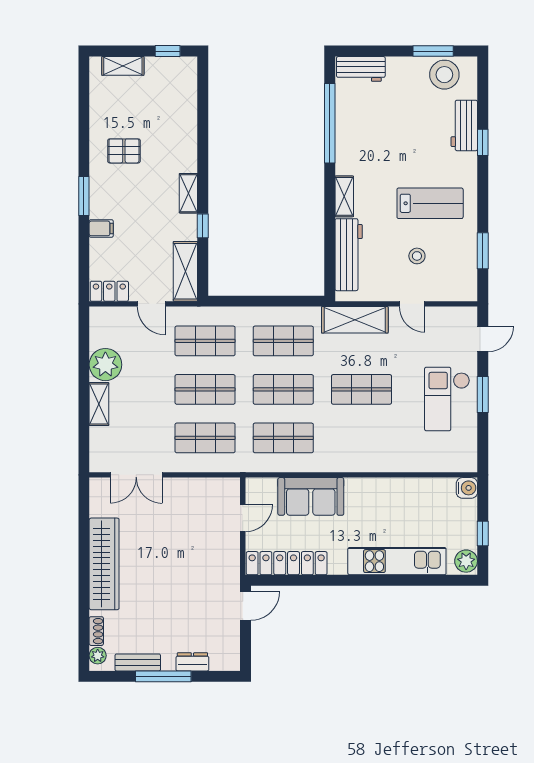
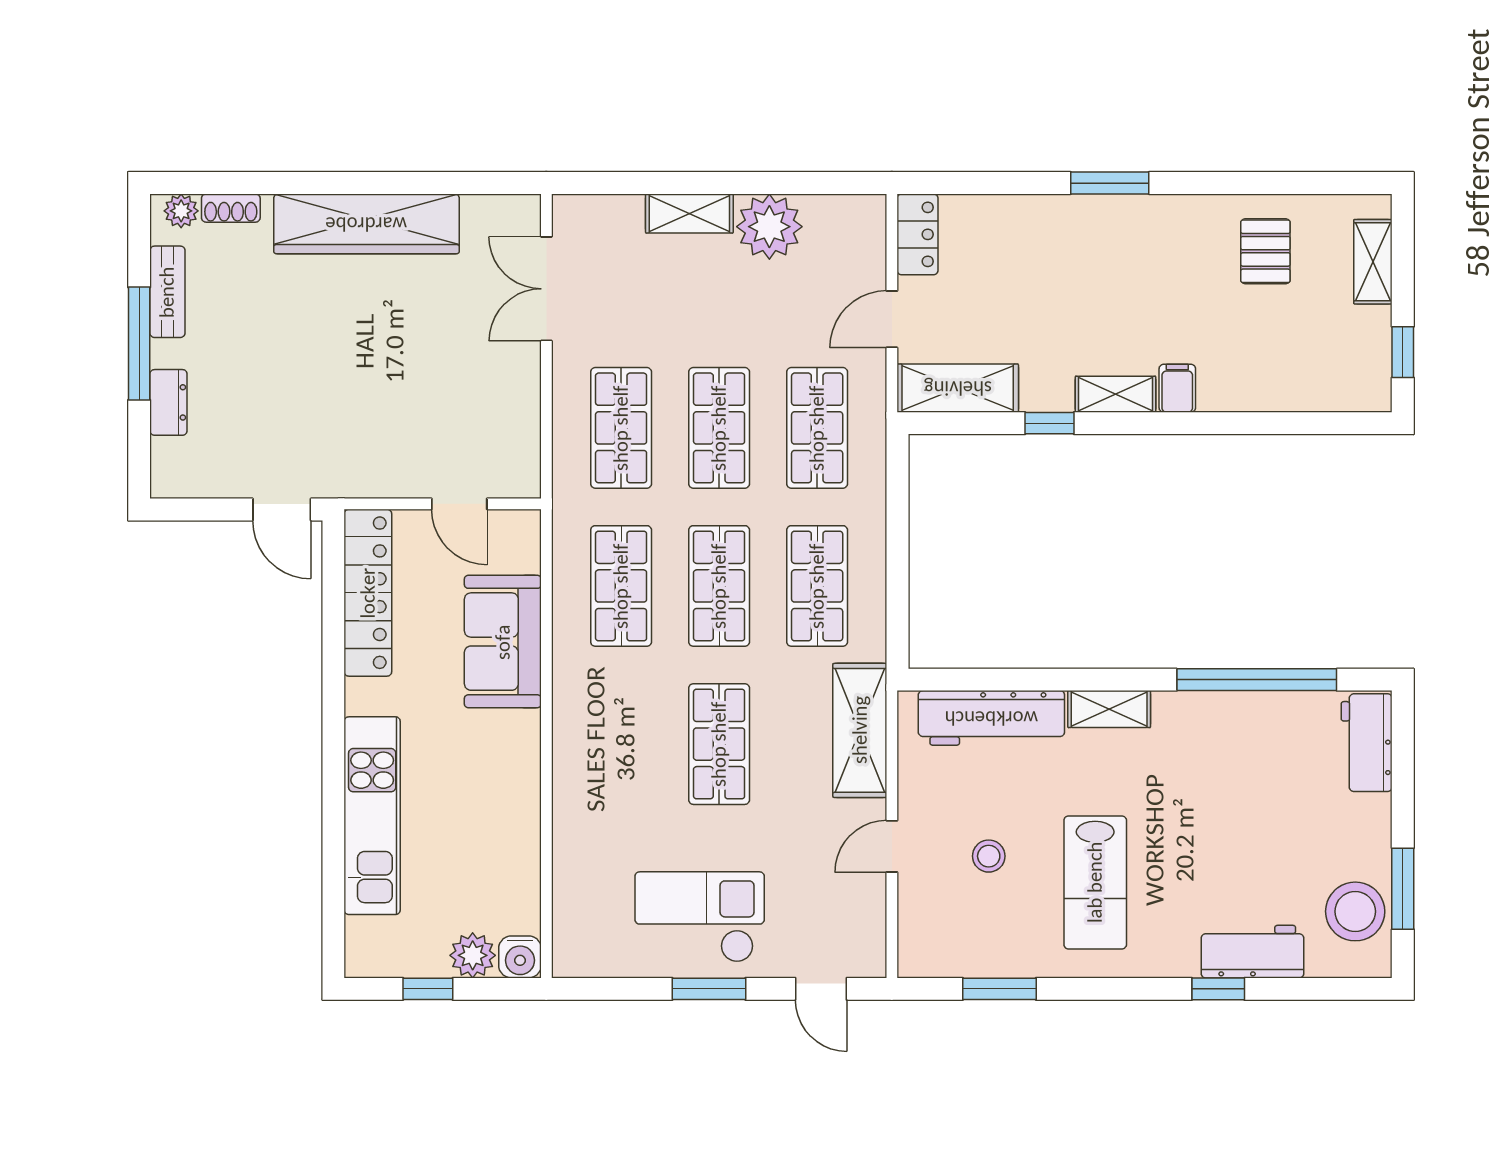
pallet: (124, 151) -> (1265, 251), moved
filing cabinet: (101, 228) -> (1177, 388), moved, turned 180
plant: (466, 561) -> (473, 955), moved

